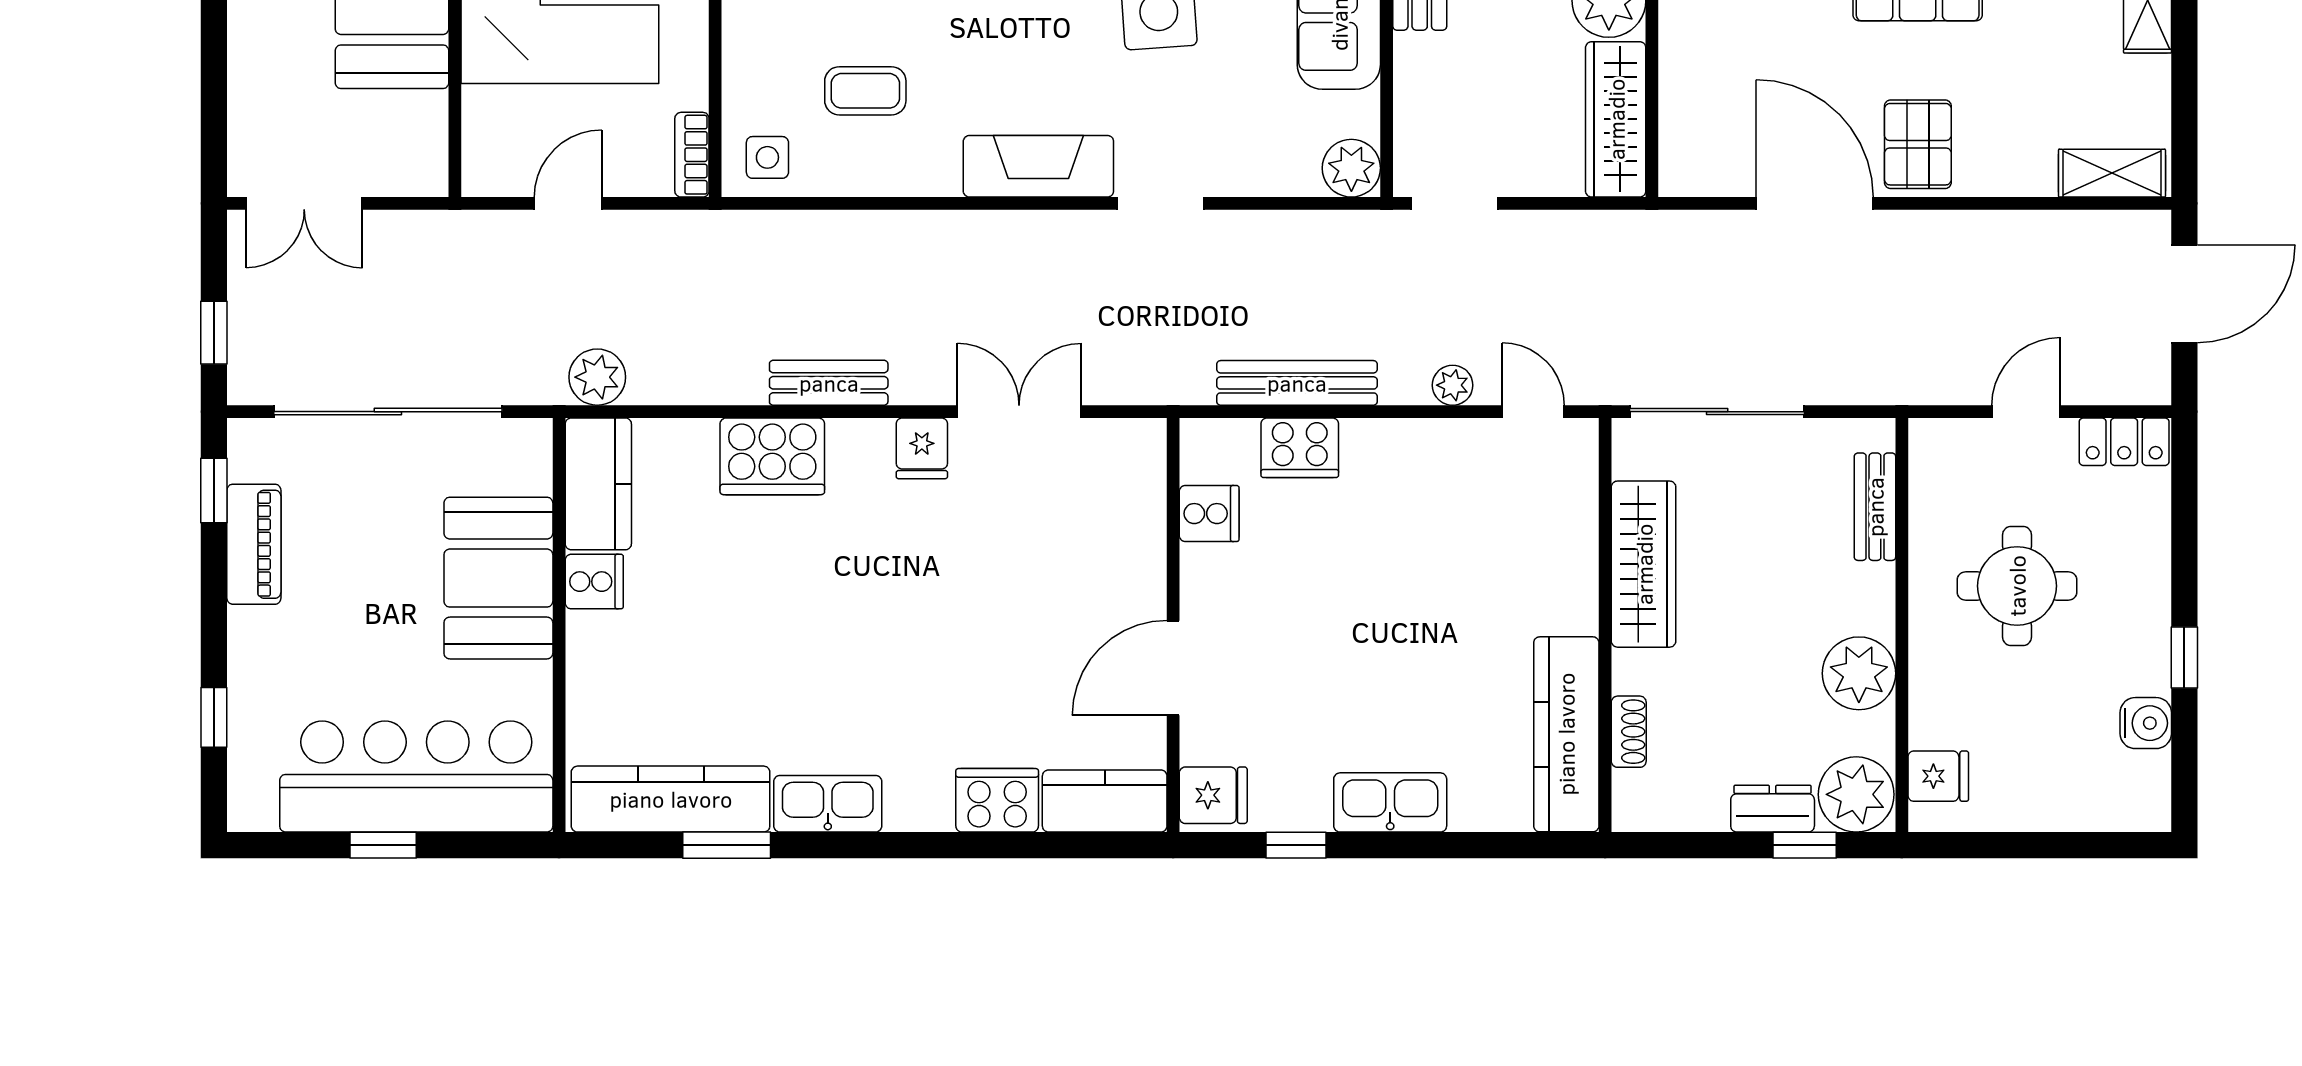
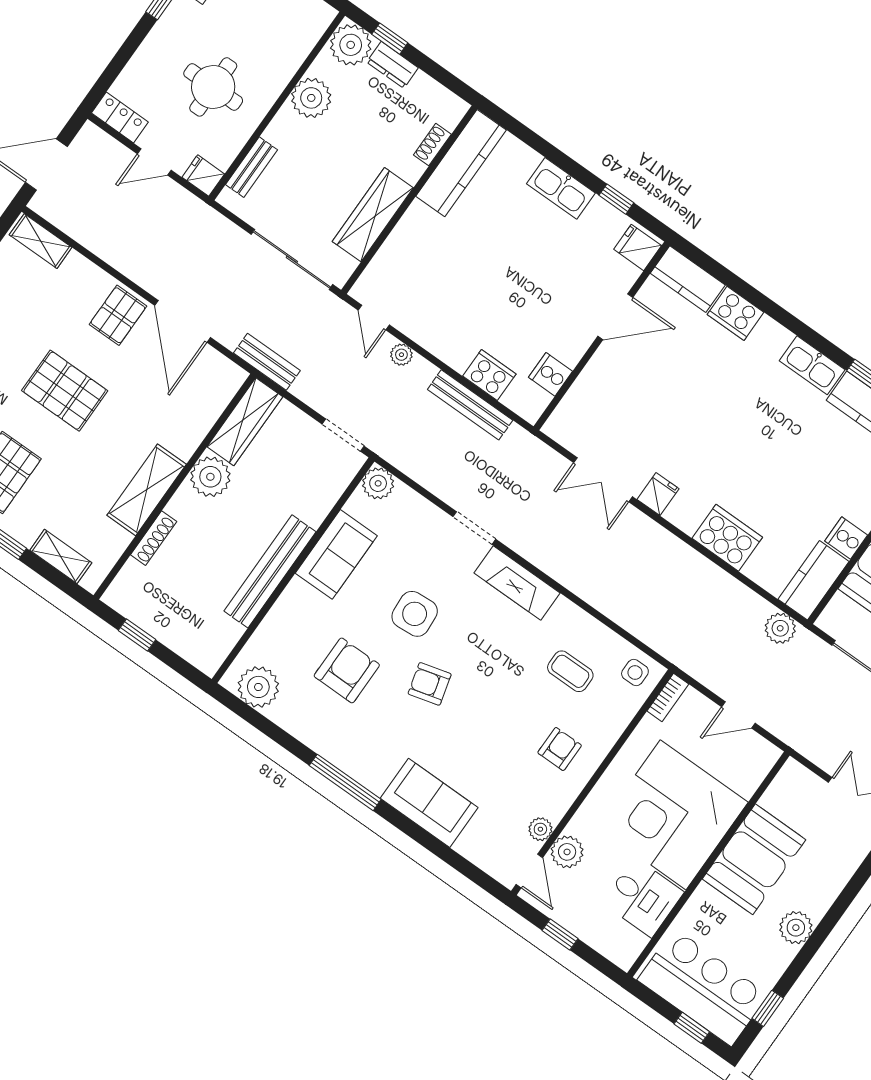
bench: (829, 383) -> (267, 362), moved
fridge: (1938, 776) -> (203, 176), moved

